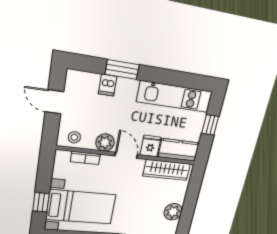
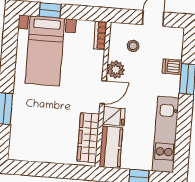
stool: (74, 137) -> (133, 46), moved
bookcase: (85, 158) -> (100, 35), moved
plant: (173, 212) -> (40, 152), removed

